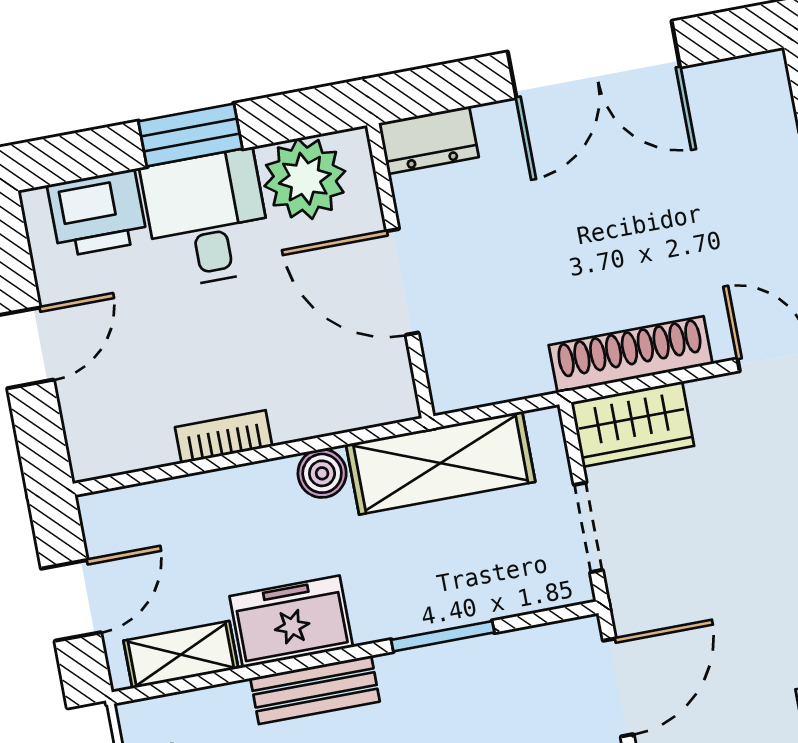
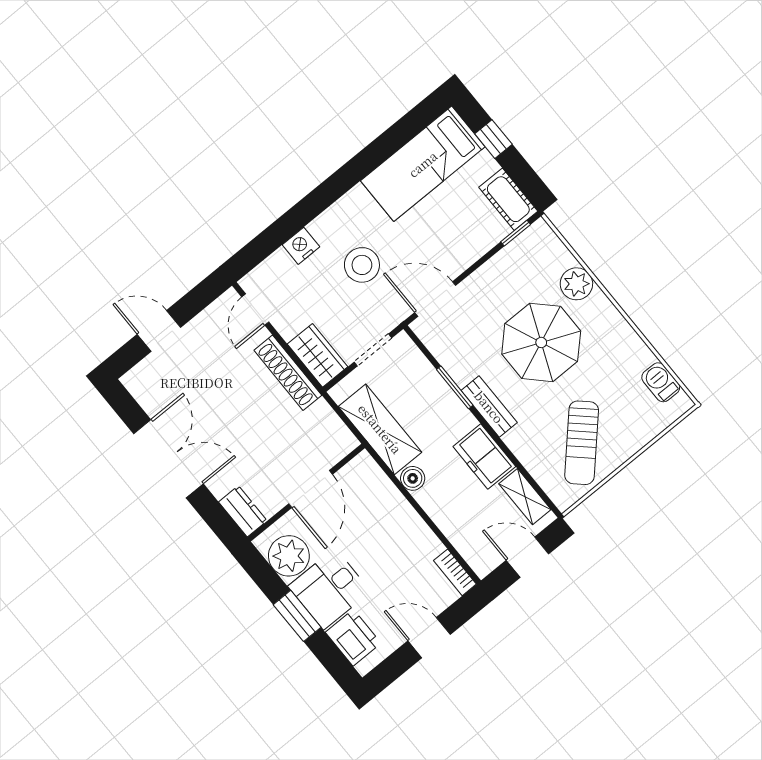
bookcase: (224, 437) -> (455, 572), moved
stool: (750, 591) -> (362, 265), added
bench: (315, 690) -> (489, 407), moved

